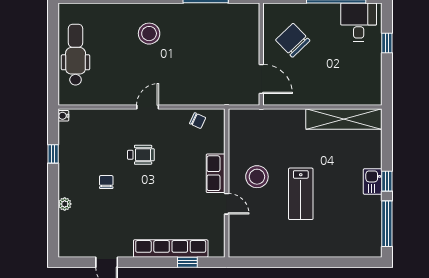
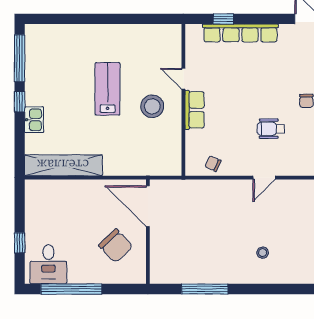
stool: (149, 34) -> (263, 253), width x0.53, depth x0.53
door: (261, 79) -> (148, 206), width x1.36
kitchen sink: (373, 181) -> (34, 120), moved

